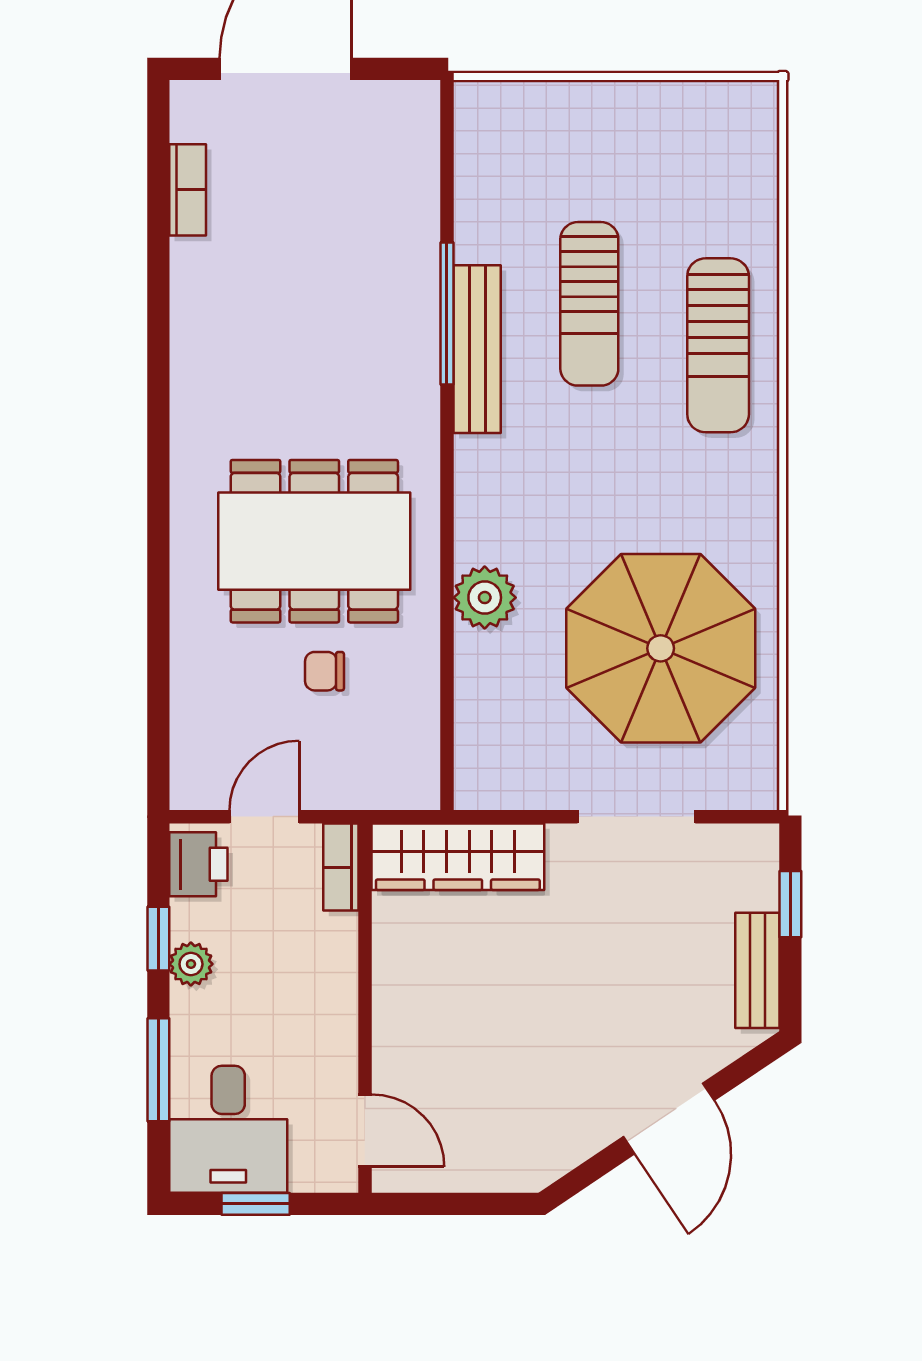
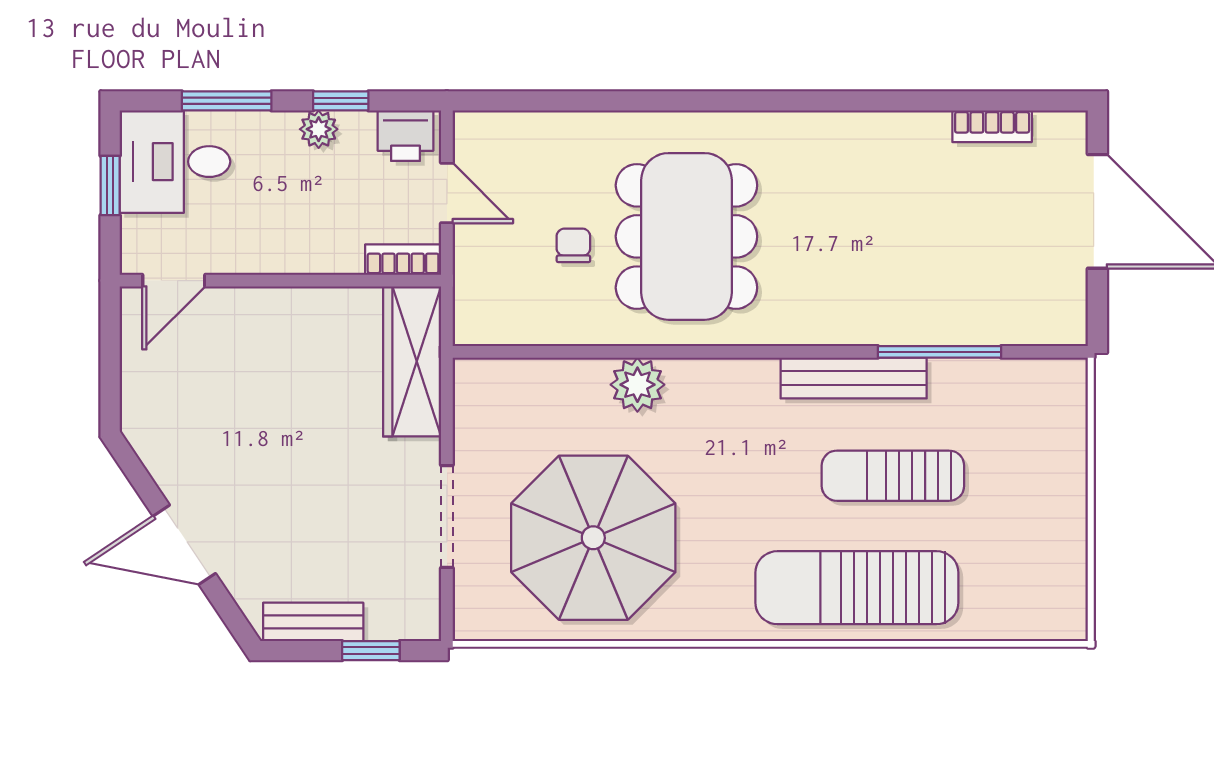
window: (447, 314) -> (939, 352), moved
sun lounger: (718, 345) -> (857, 588), width x1.36, depth x1.34

